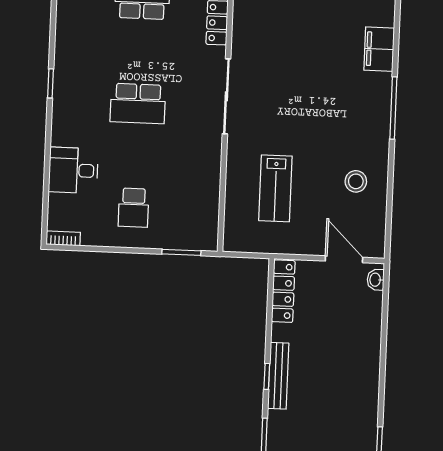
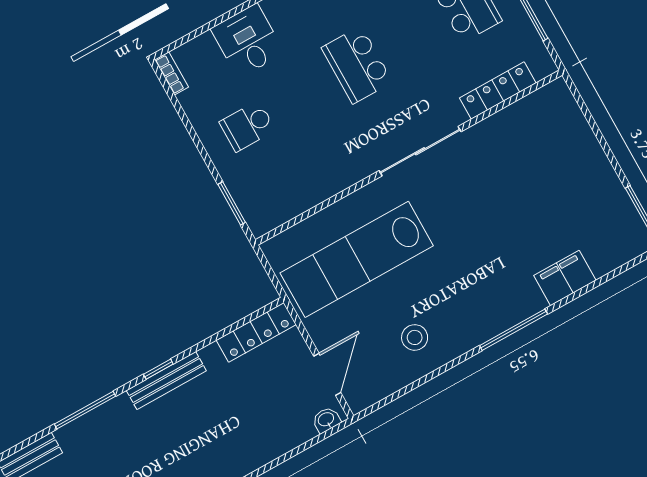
lab bench: (275, 188) -> (357, 259), width x1.86, depth x1.39

